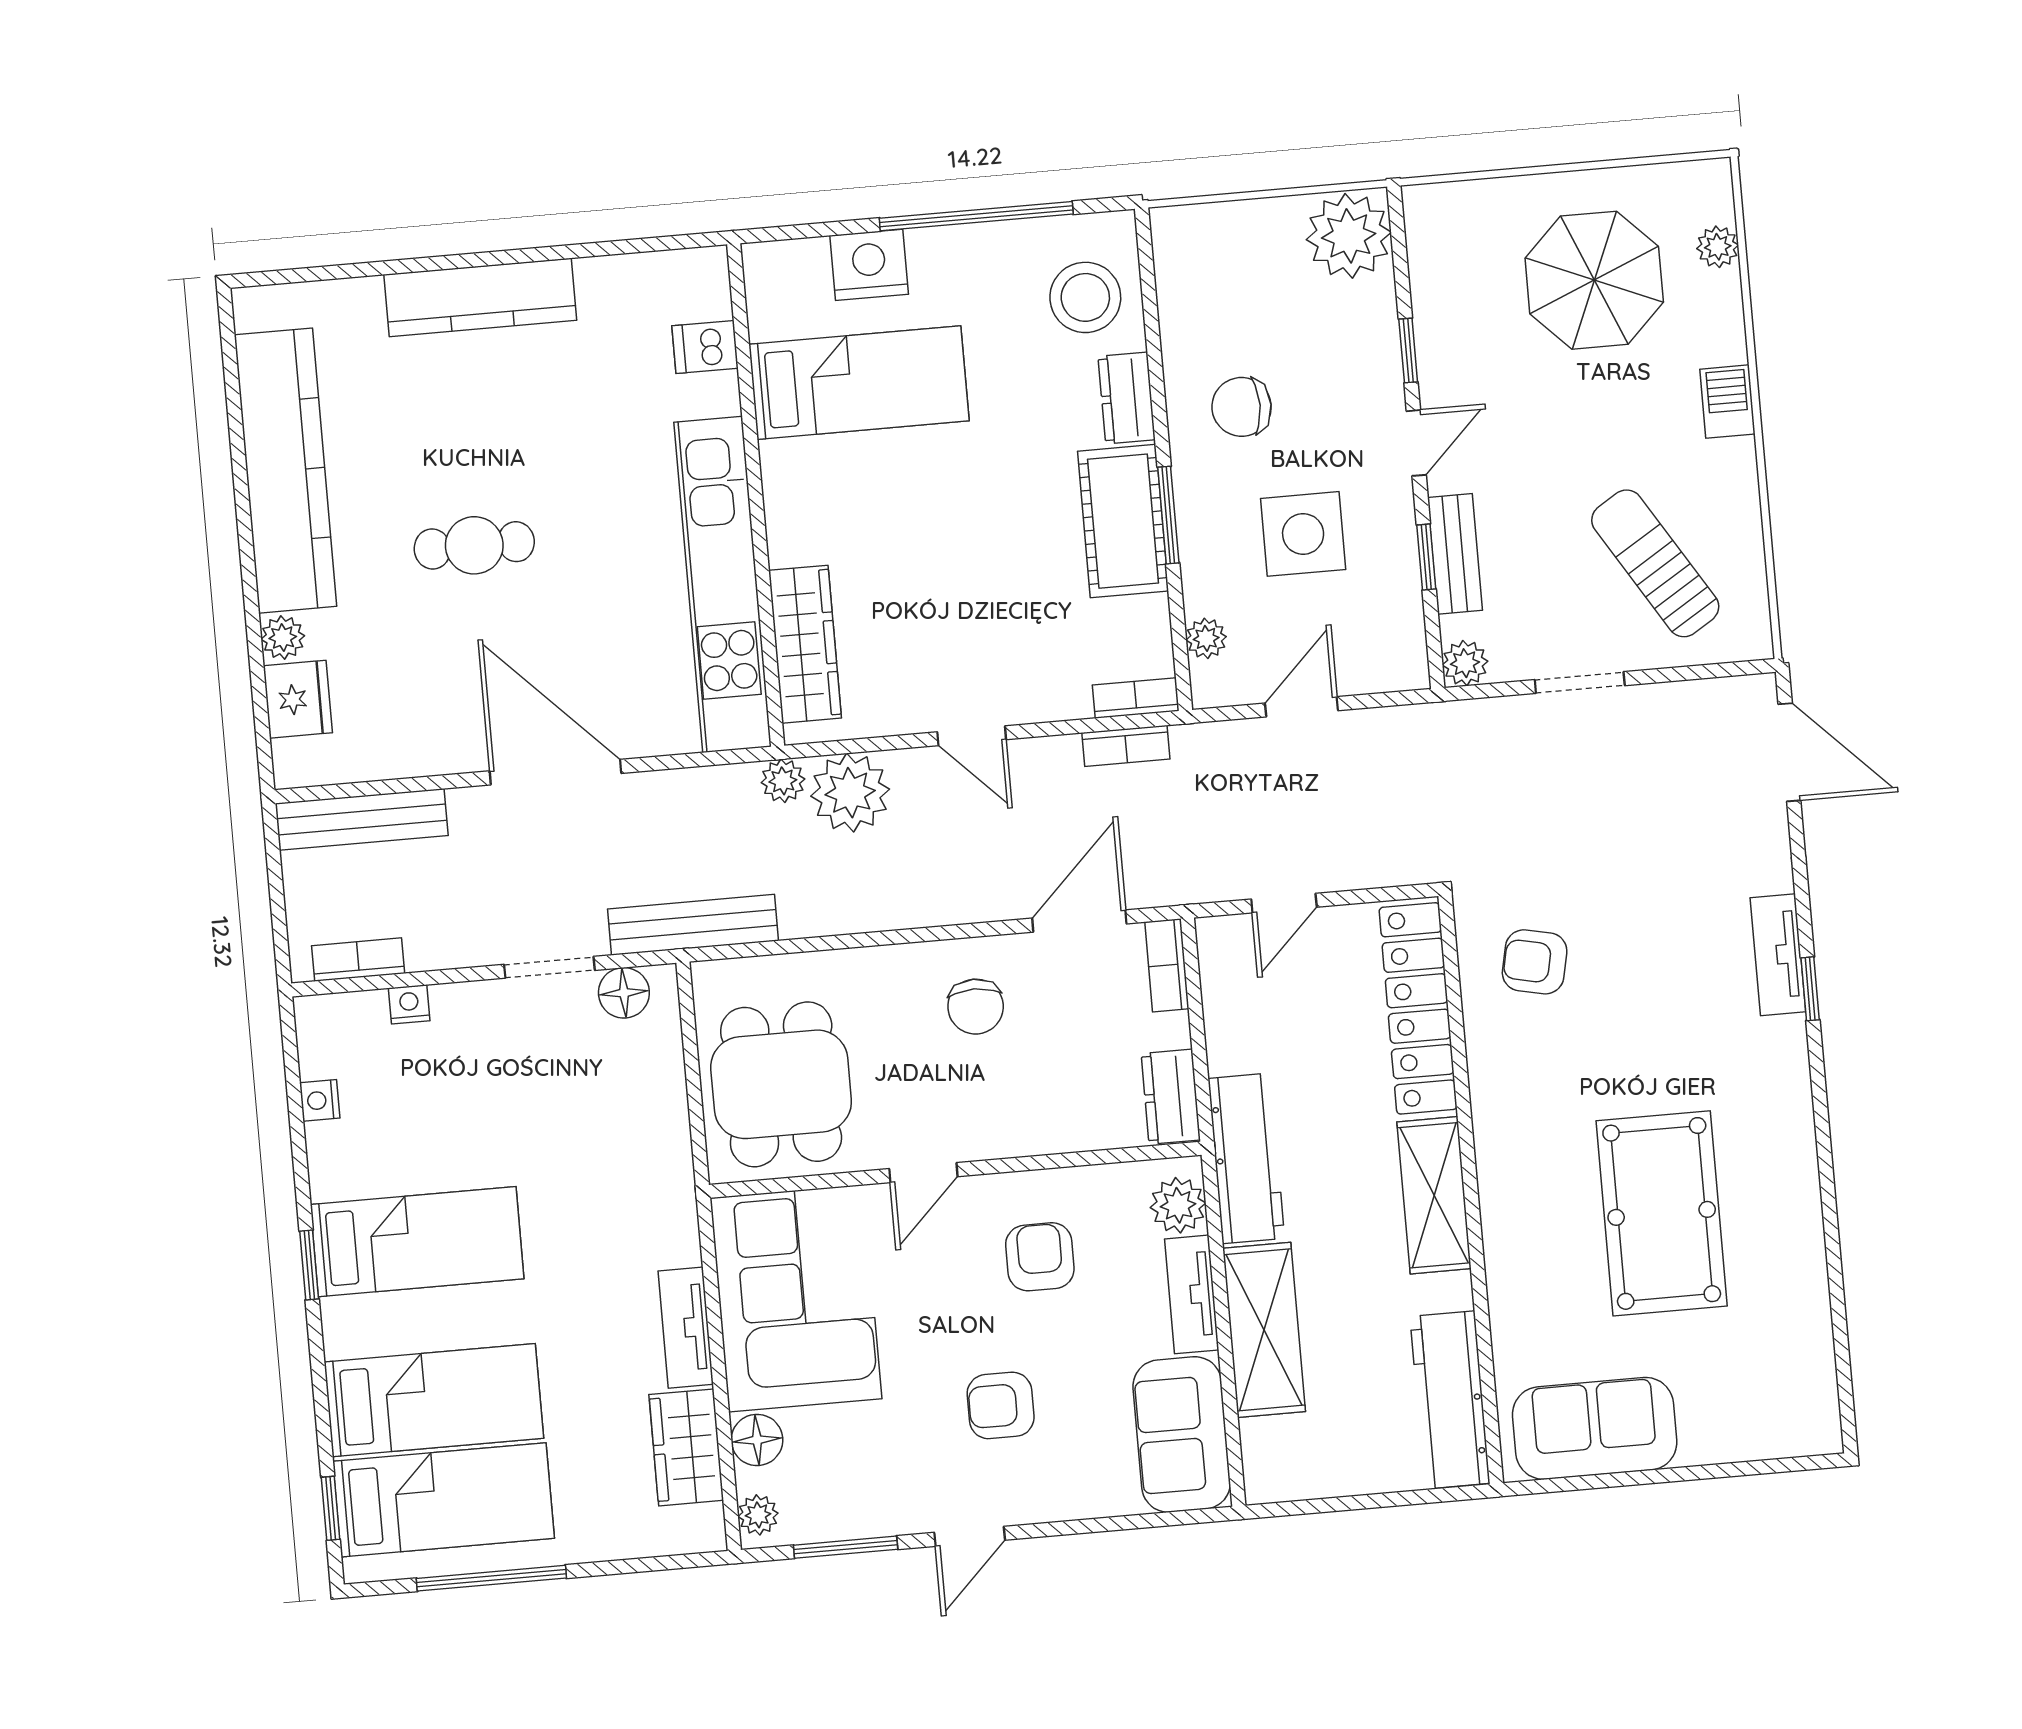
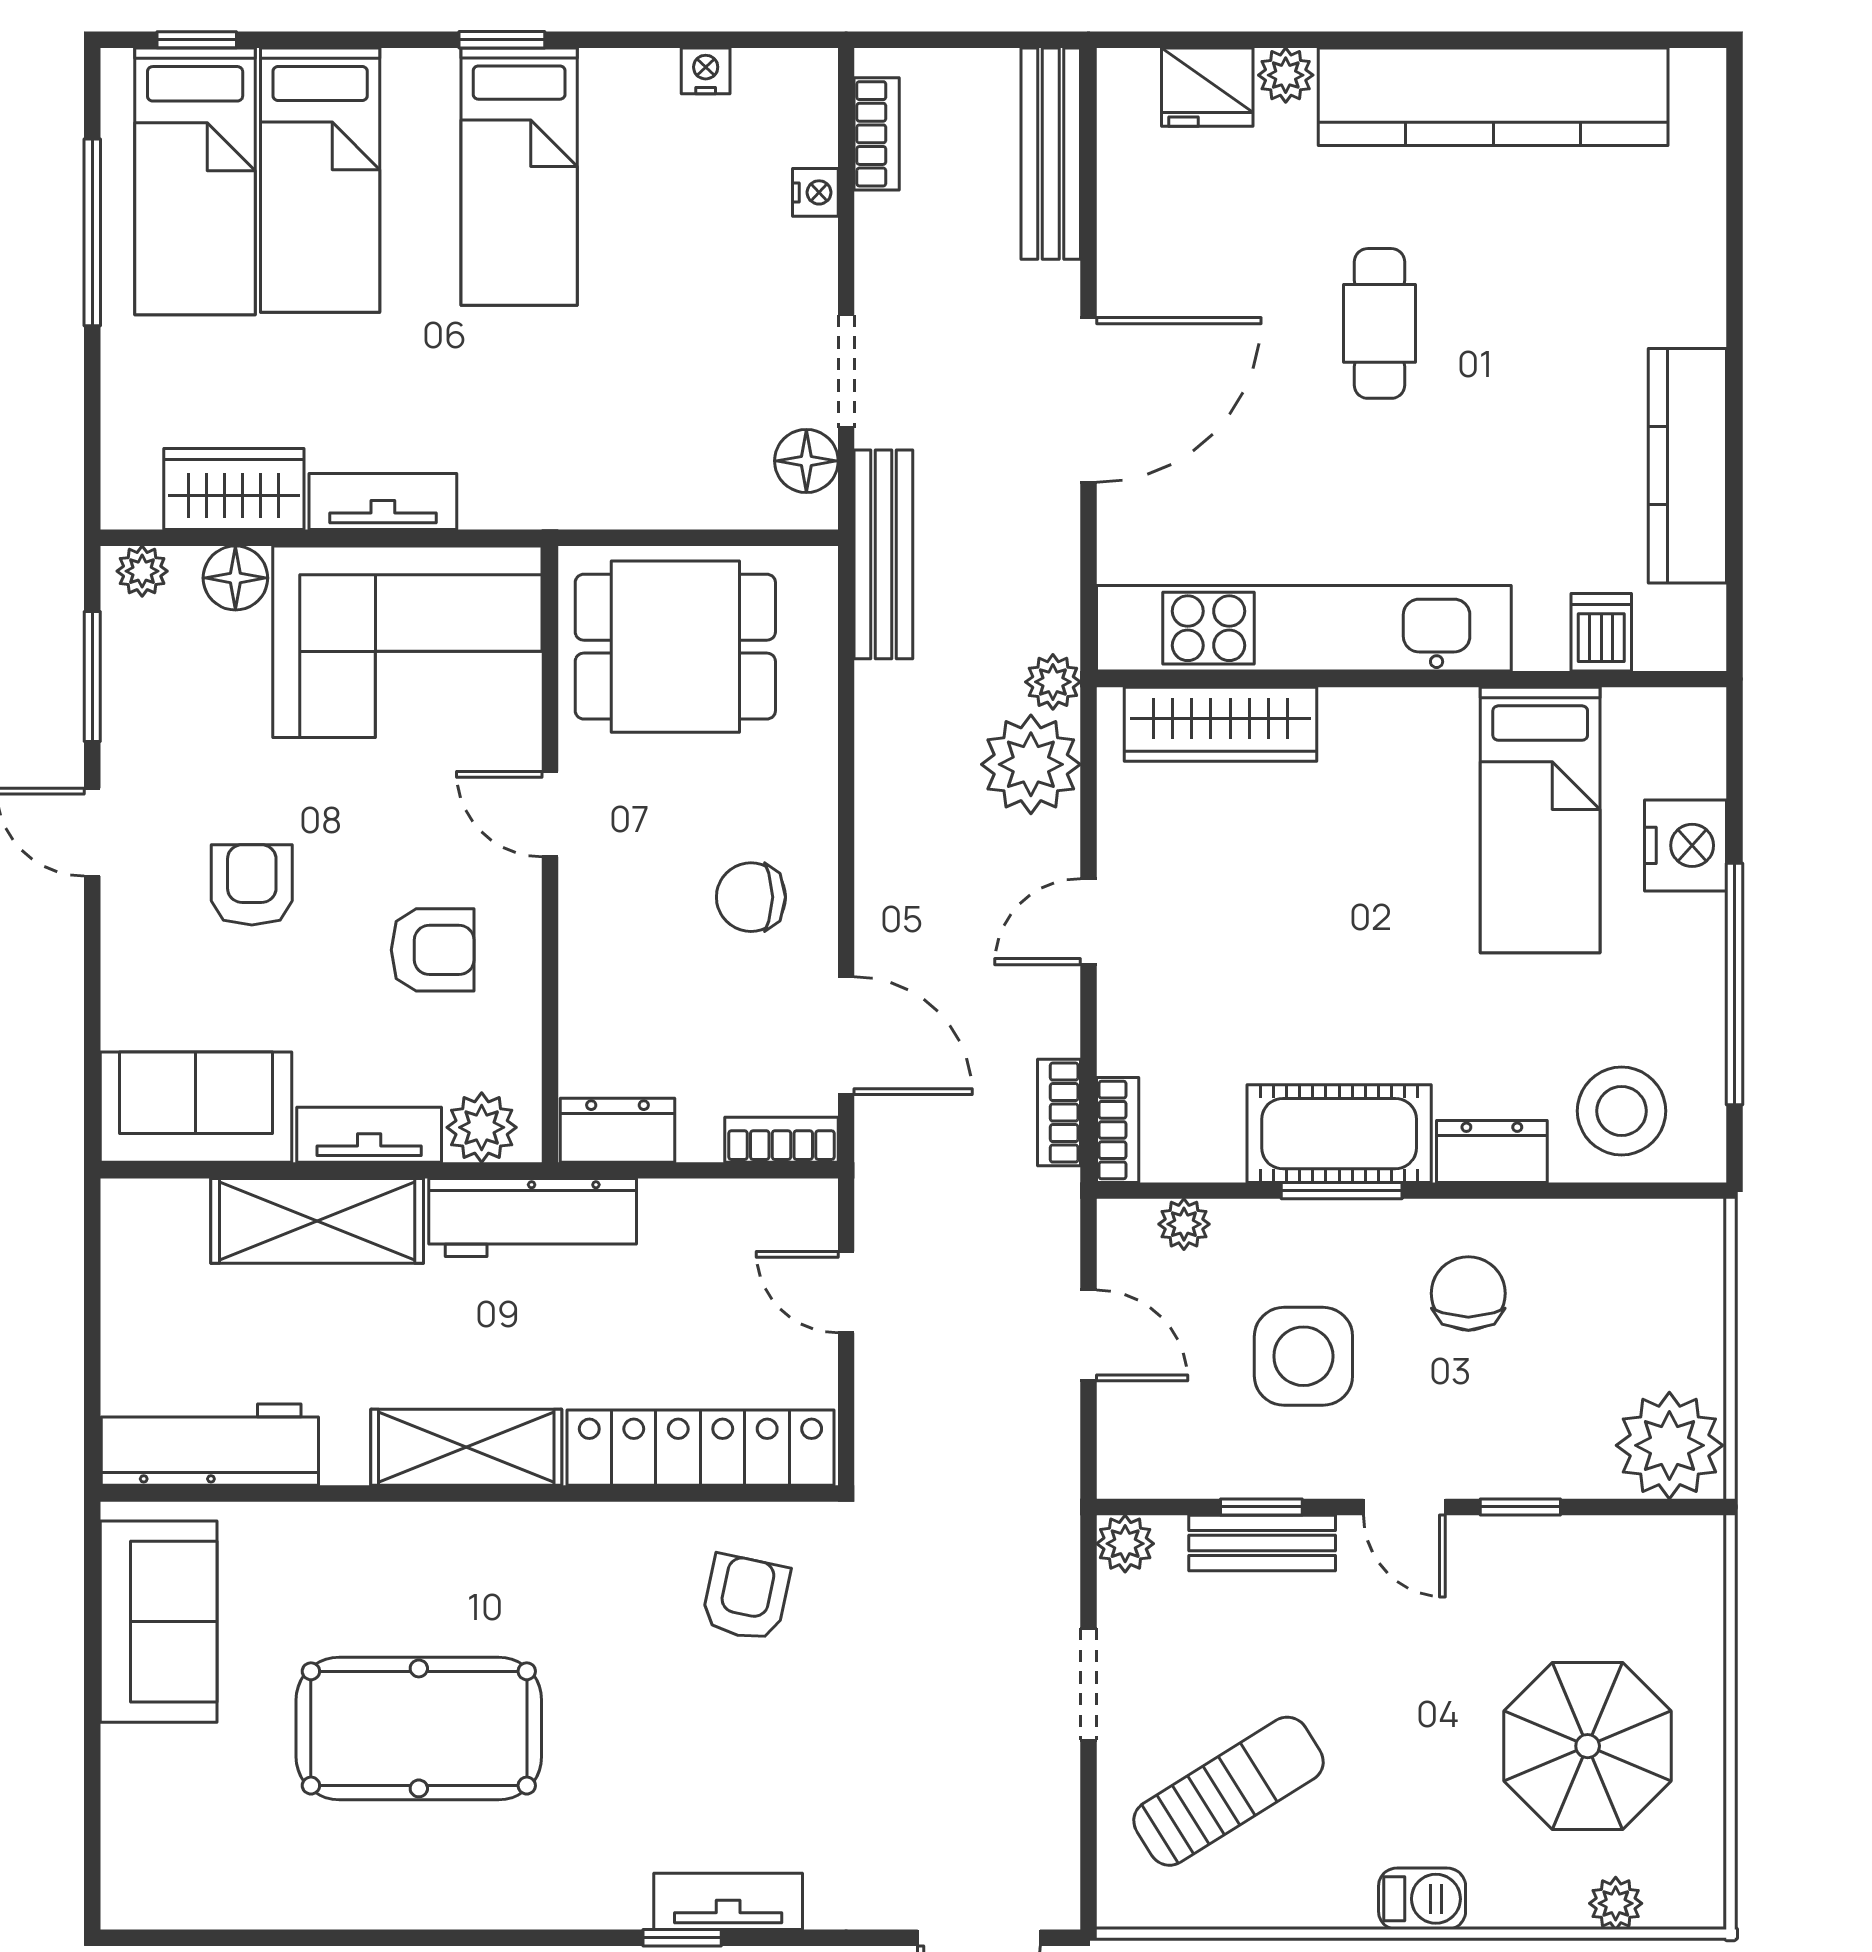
kitchen counter: (480, 297) -> (1687, 466), moved

